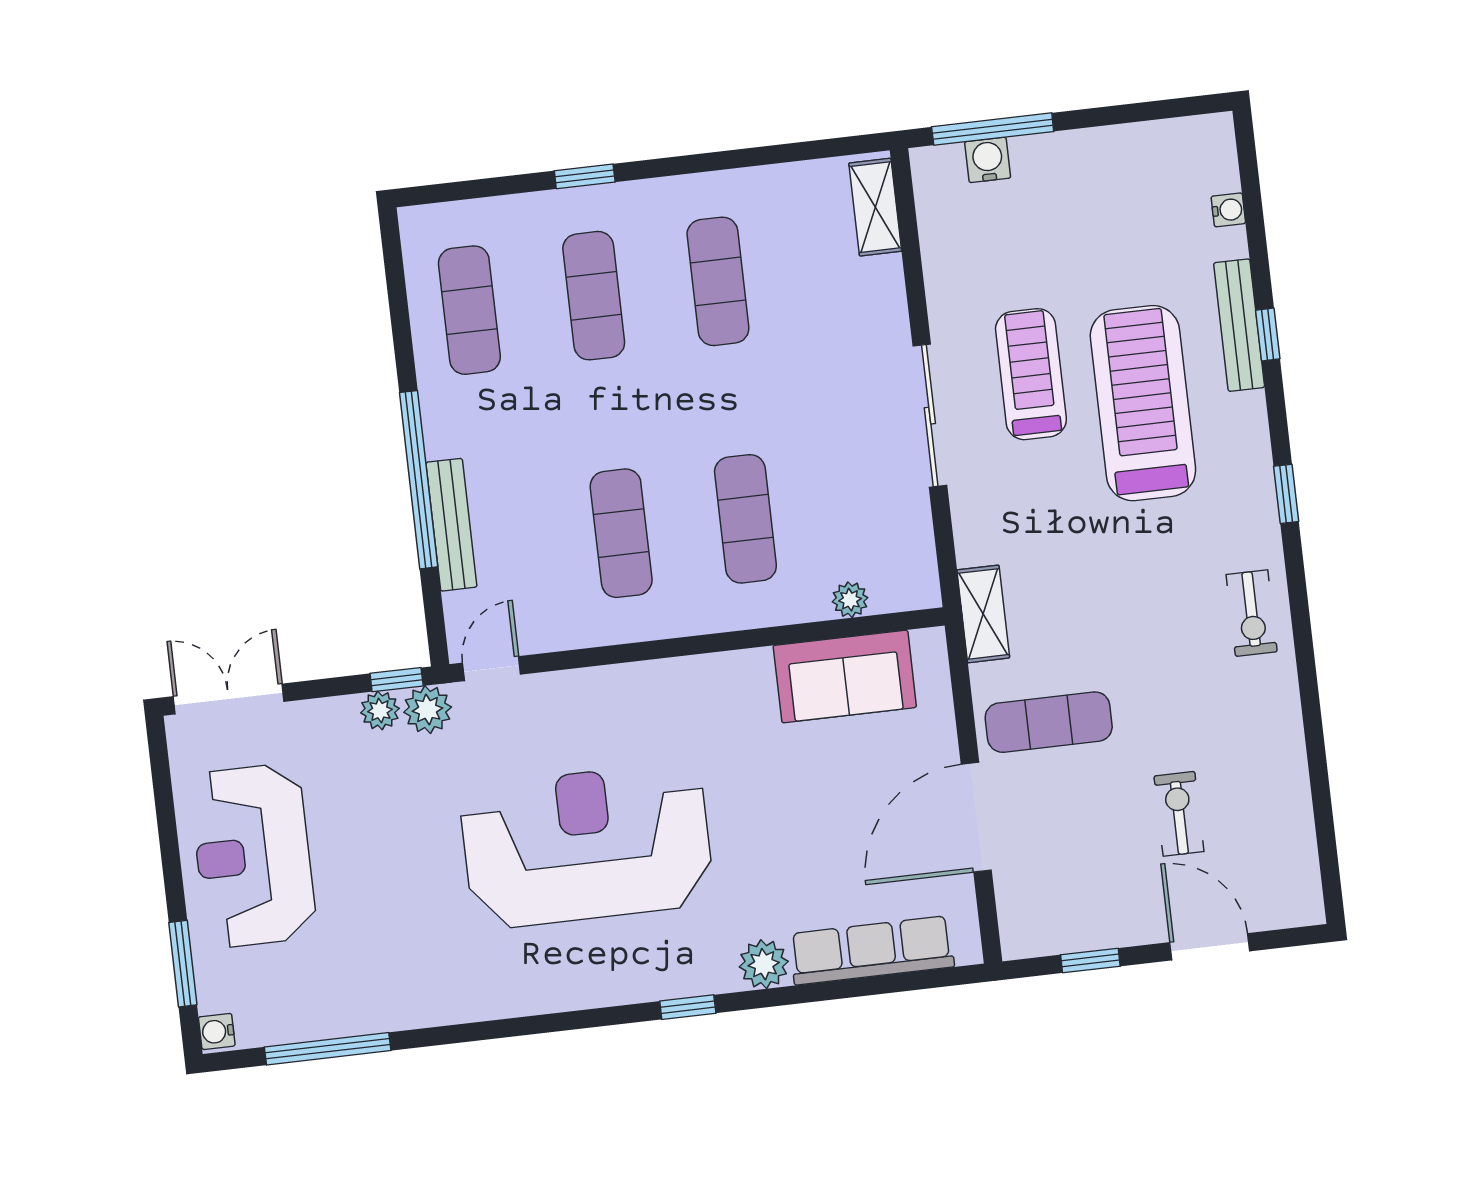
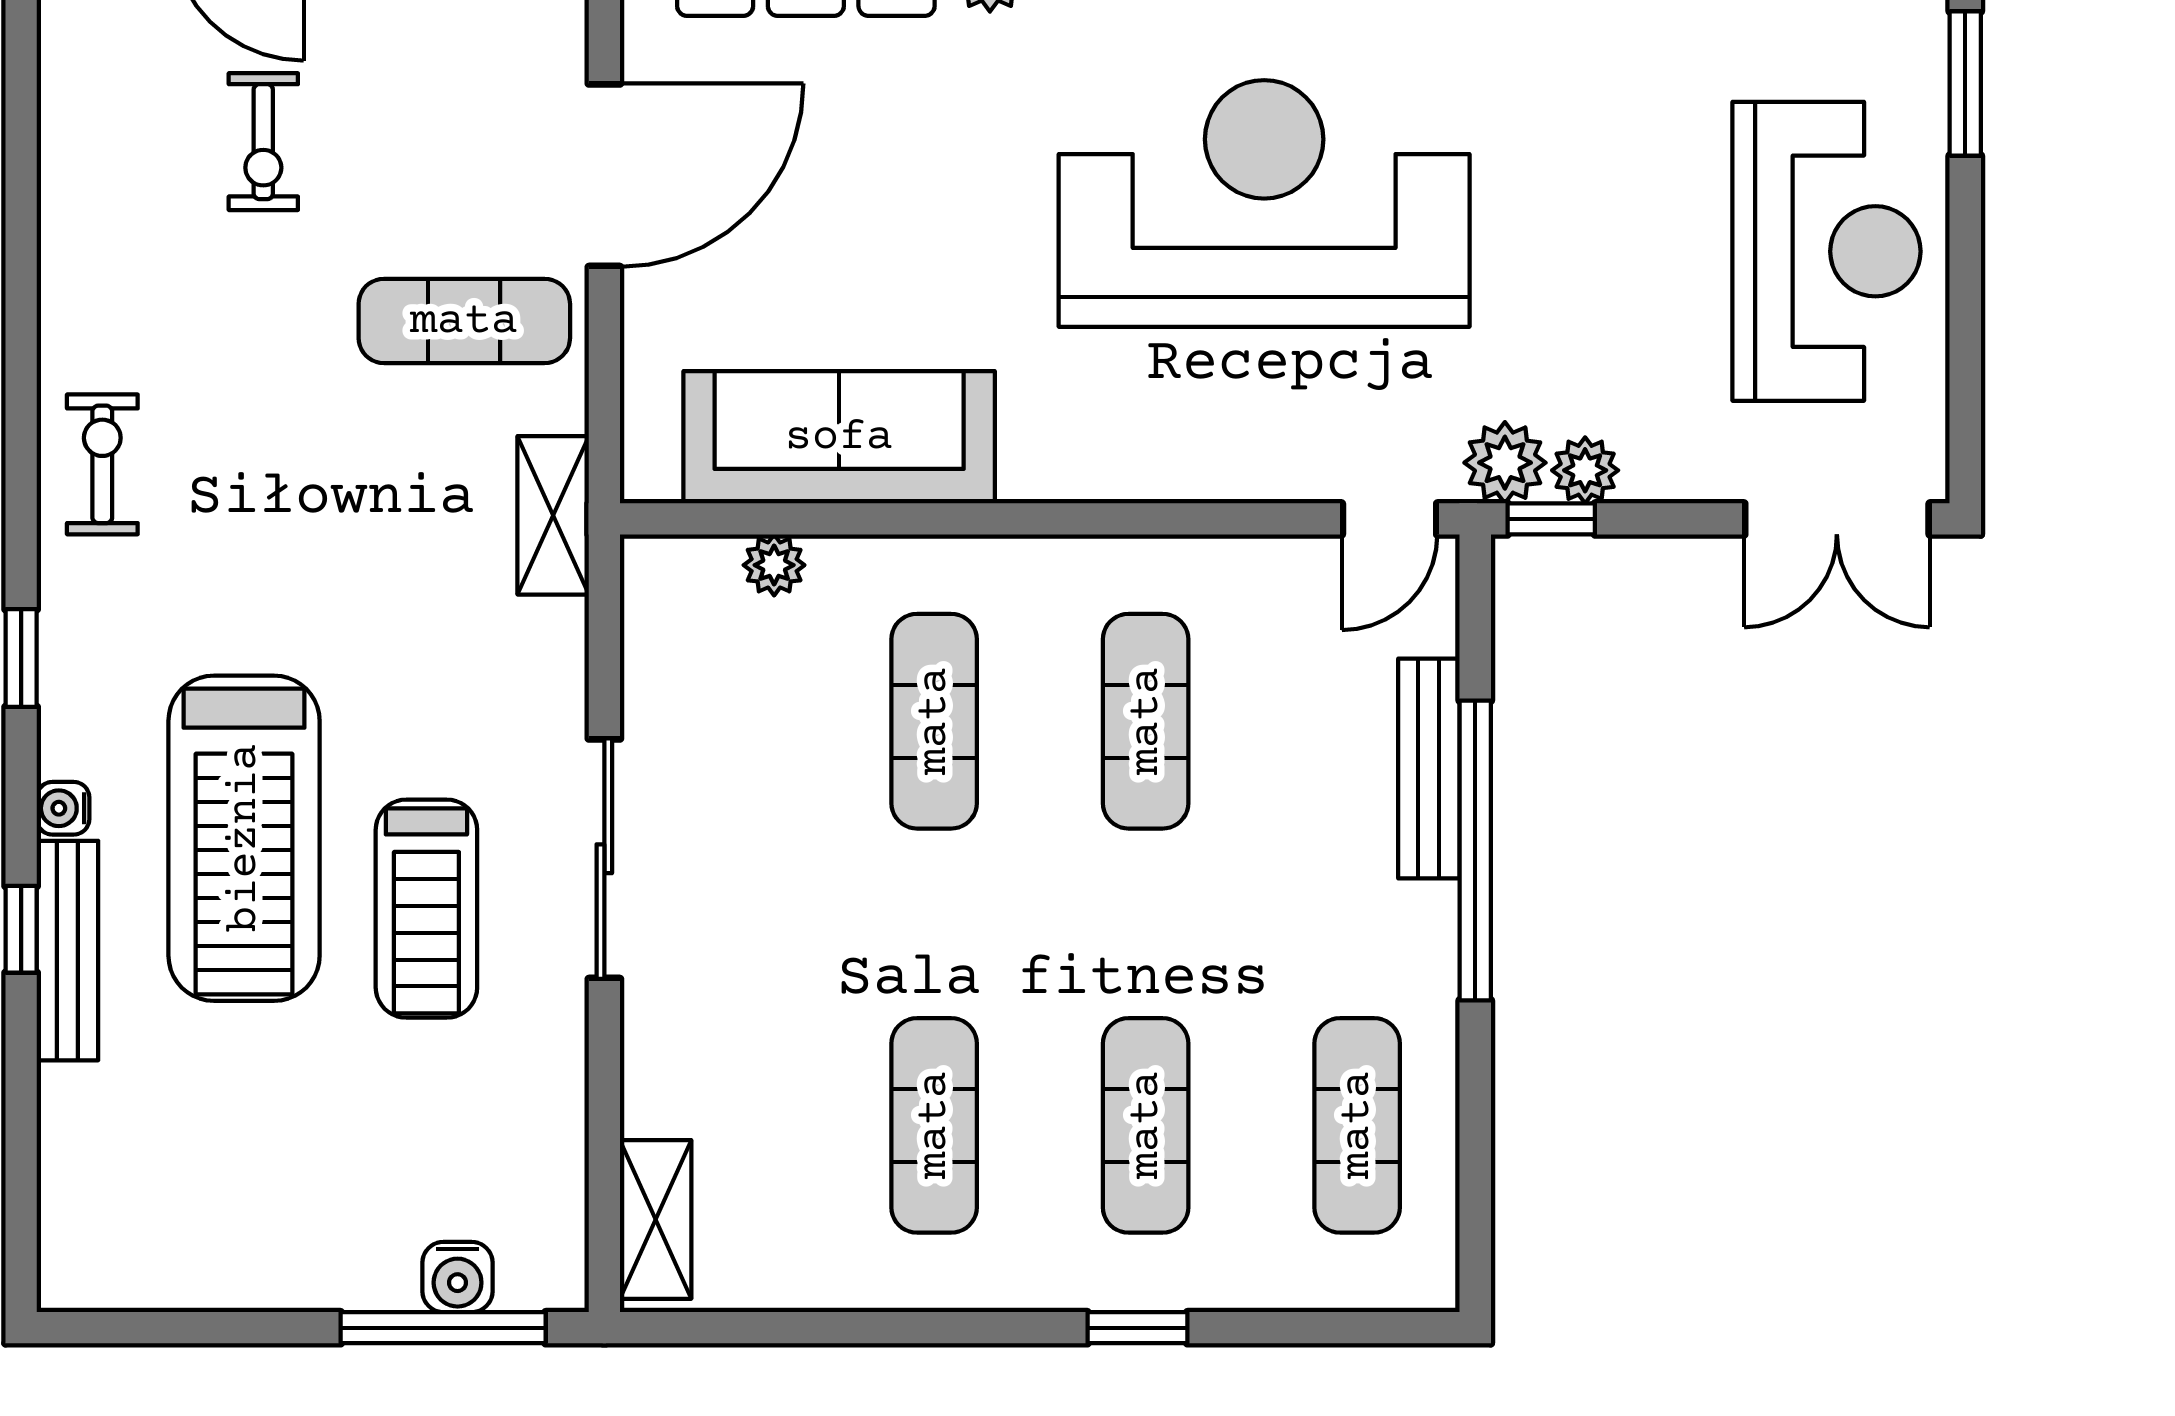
water cooler: (1228, 210) -> (63, 808), moved
sofa: (845, 676) -> (839, 437), width x1.36
reception desk: (587, 845) -> (1264, 203), turned 180

